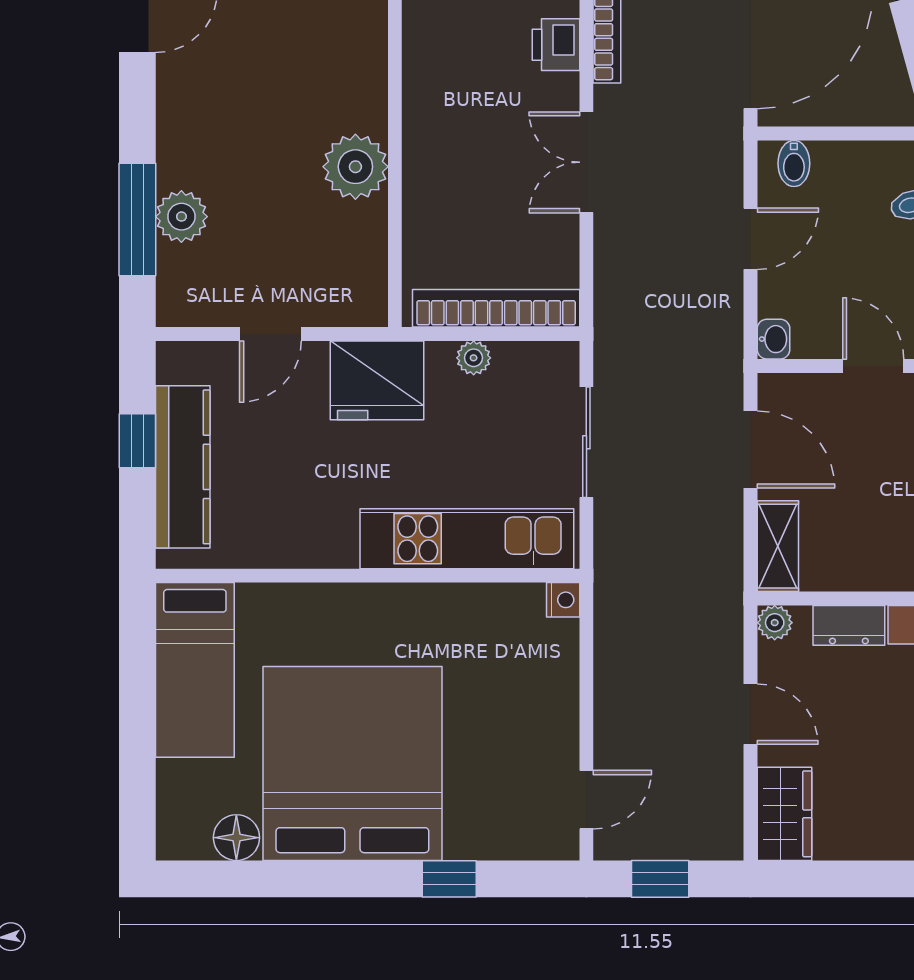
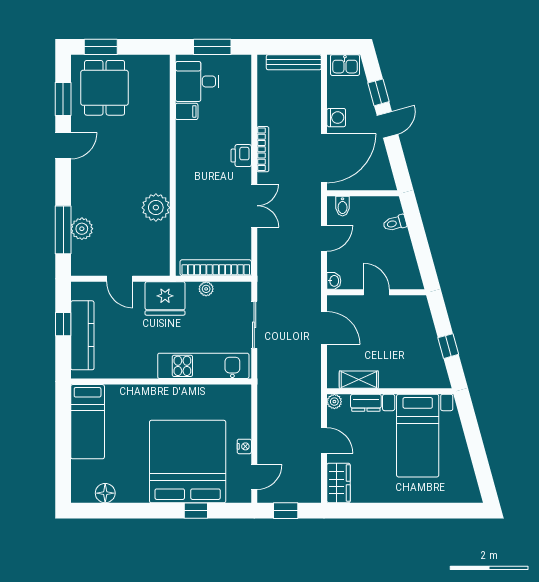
double door: (586, 162) -> (254, 206), swing flipped
door: (270, 334) -> (120, 279), hinge flipped
shelving: (778, 546) -> (359, 380), moved, turned 90
nightstand: (563, 600) -> (244, 446), moved
bed: (352, 763) -> (188, 462), moved

